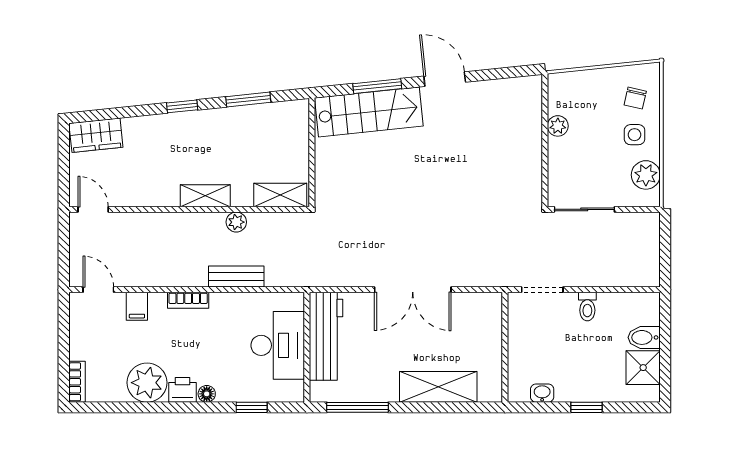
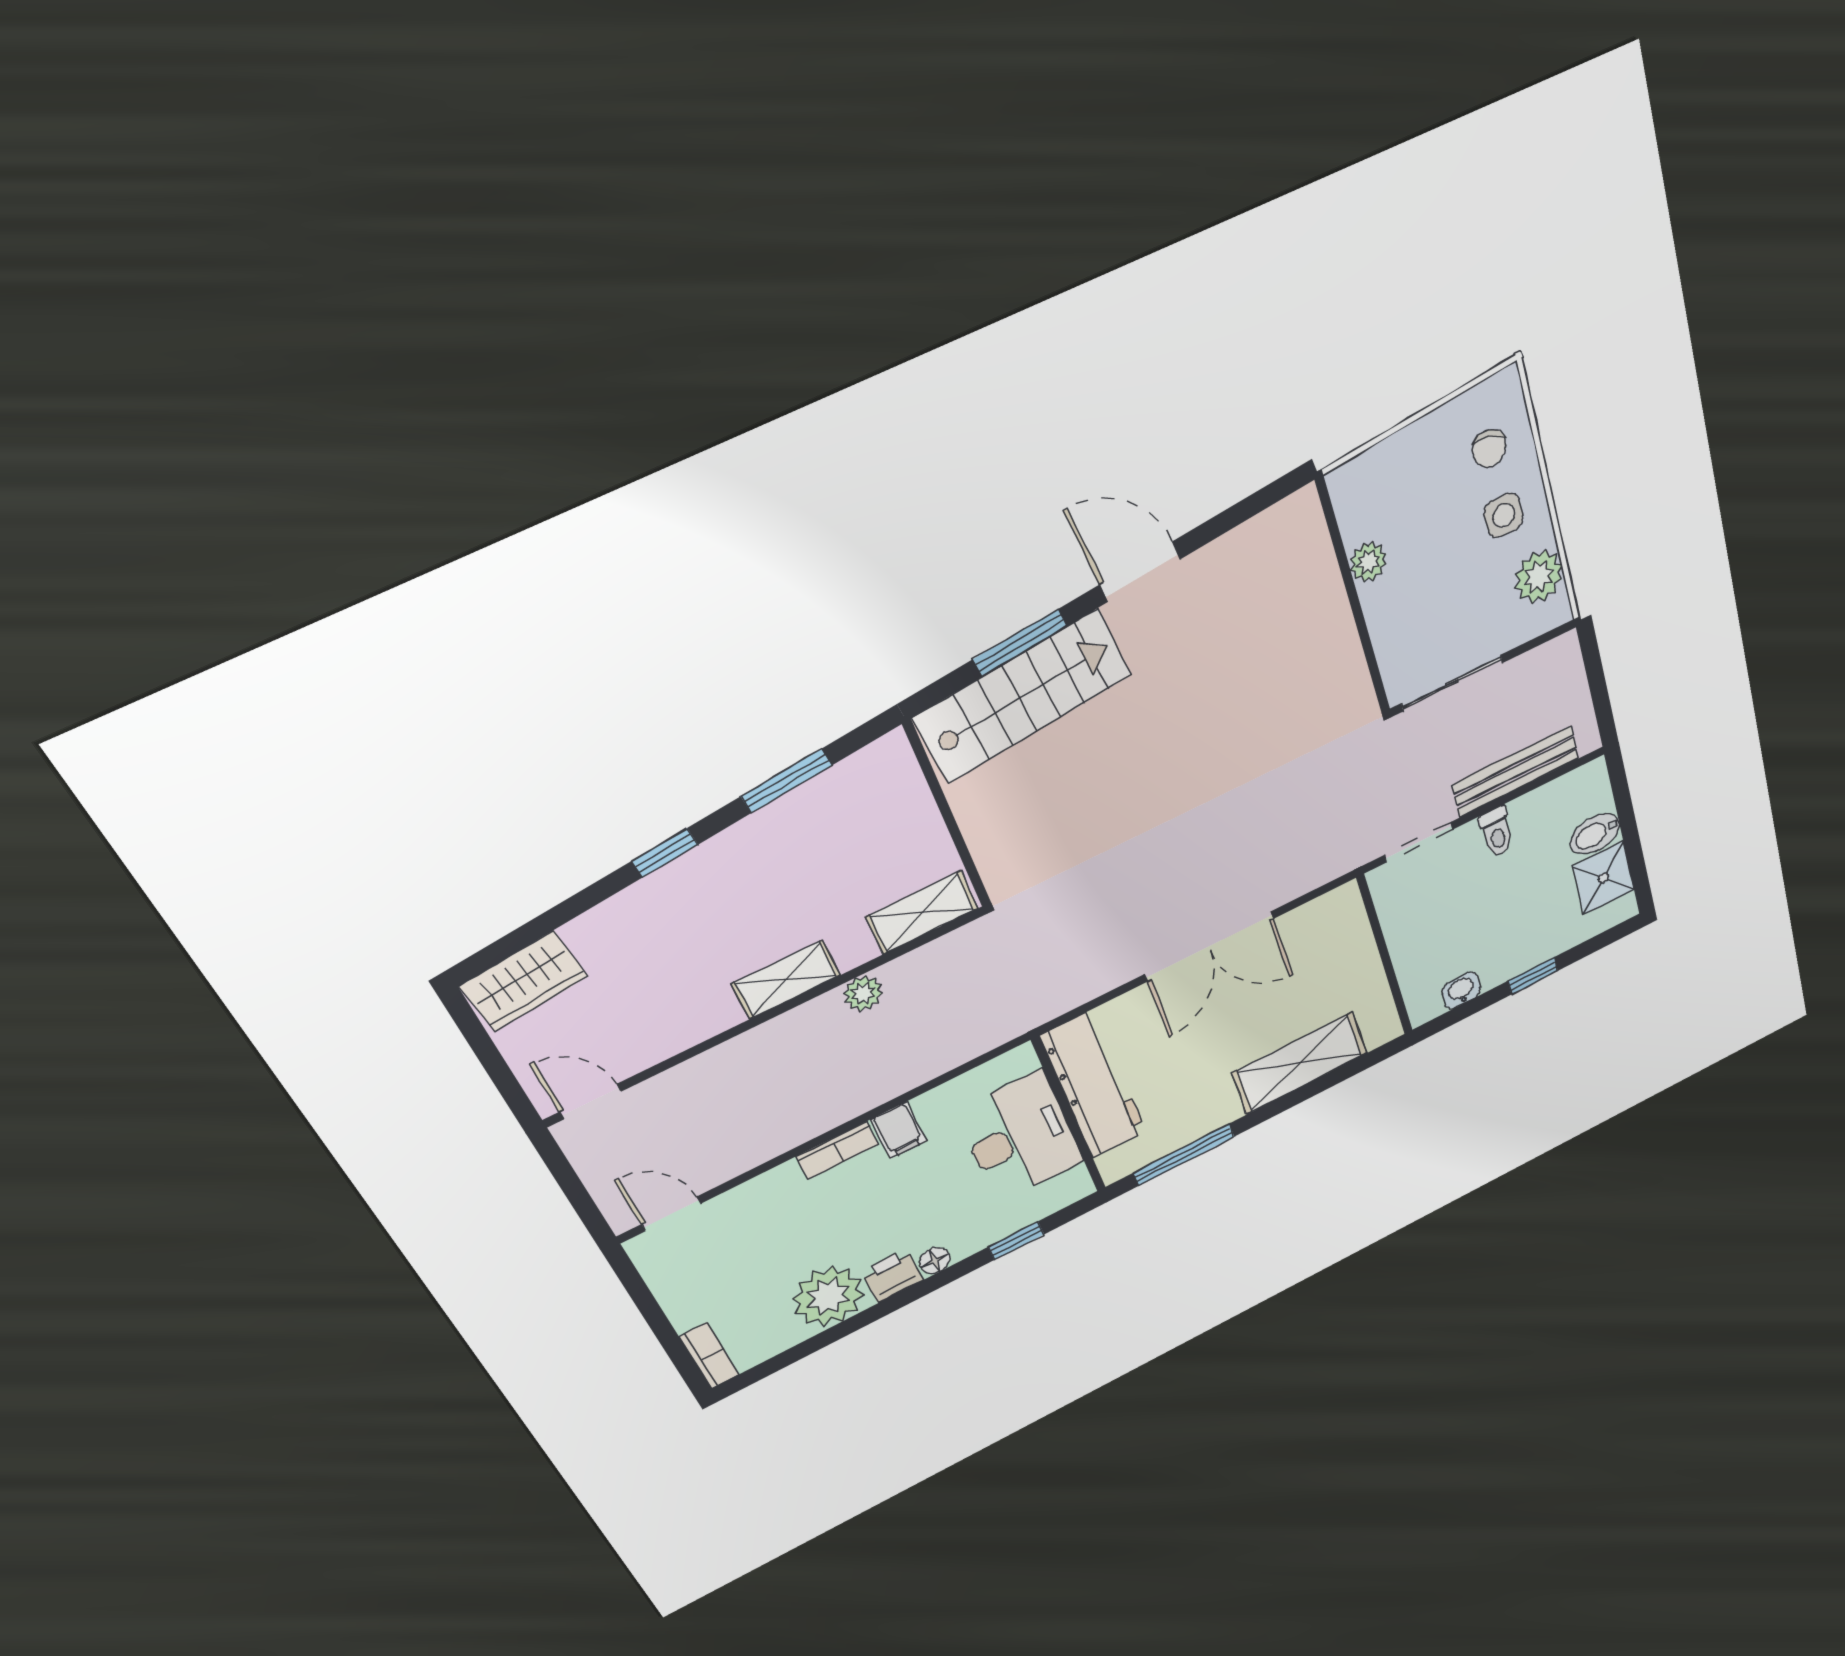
bench: (236, 277) -> (1516, 772), moved, width x1.36
filing cabinet: (137, 306) -> (898, 1130), moved

